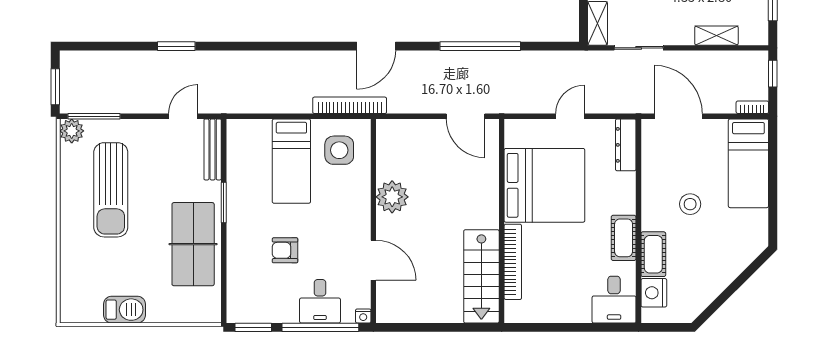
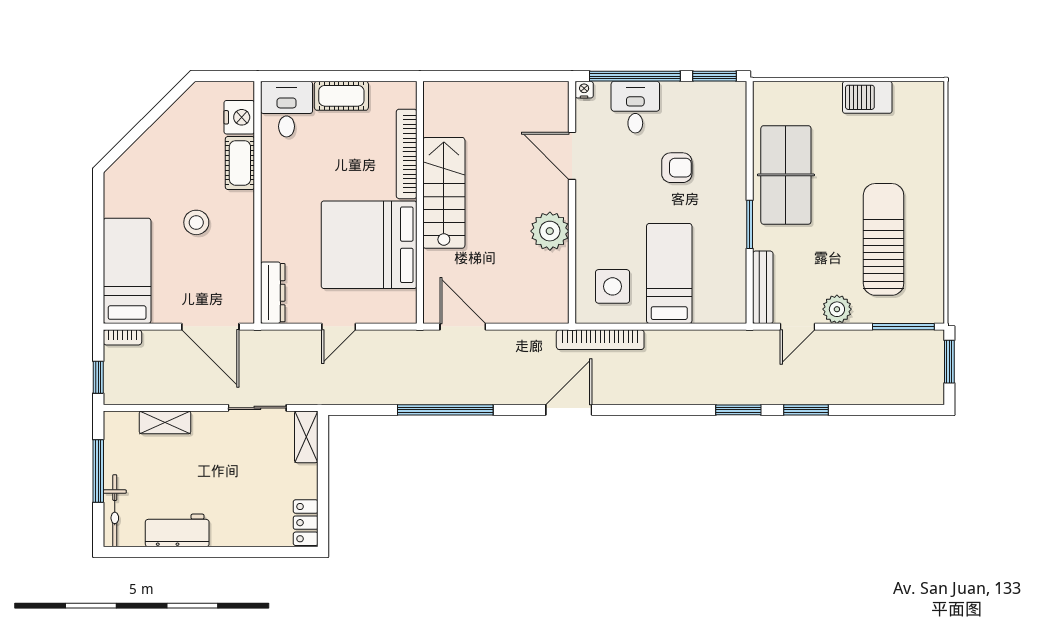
window: (233, 46) -> (738, 410), added
plant: (72, 131) -> (837, 309), moved
cot: (624, 238) -> (341, 96), moved, turned 90
stairs: (481, 276) -> (444, 193), moved

